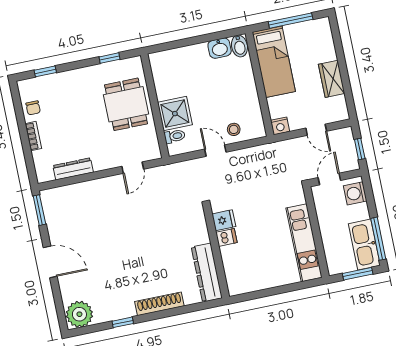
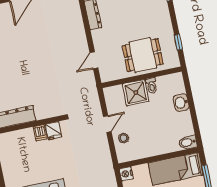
washbasin: (220, 48) -> (181, 103), moved
toilet: (175, 136) -> (152, 86), moved
door: (133, 168) -> (94, 60), hinge flipped

